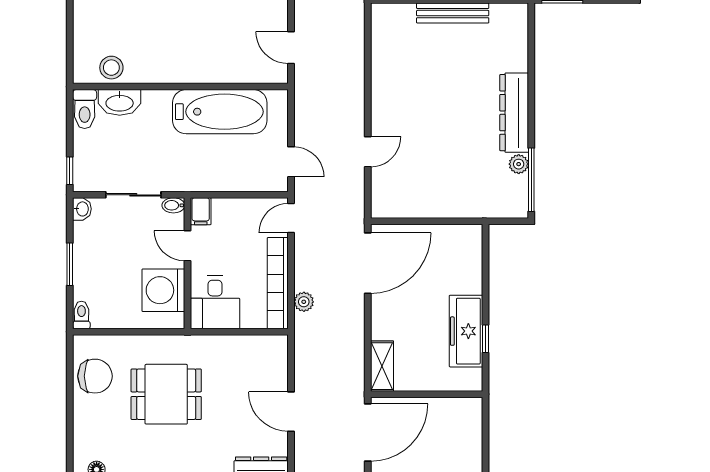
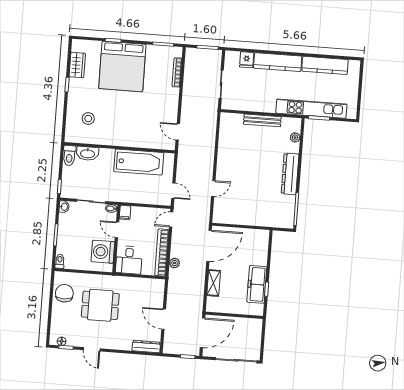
stool: (111, 68) -> (88, 118), moved
plant: (519, 164) -> (295, 137), moved
shelving: (382, 366) -> (214, 283), moved
chair: (95, 376) -> (64, 293), turned -90

